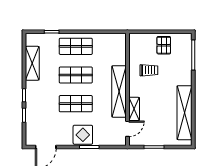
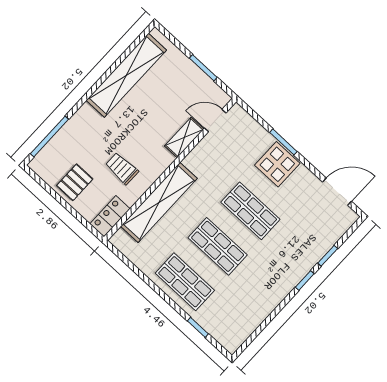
locker: (135, 45) -> (110, 216), added
shelving: (32, 63) -> (258, 311), removed
shelving: (119, 91) -> (159, 202), moved

